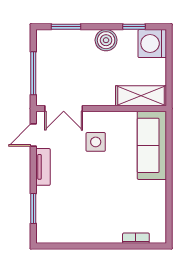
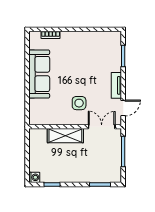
boiler: (106, 40) -> (72, 175), removed
washing machine: (152, 44) -> (34, 177), width x0.53, depth x0.53
shelving: (141, 96) -> (65, 136), moved
sofa: (152, 145) -> (39, 74), moved

